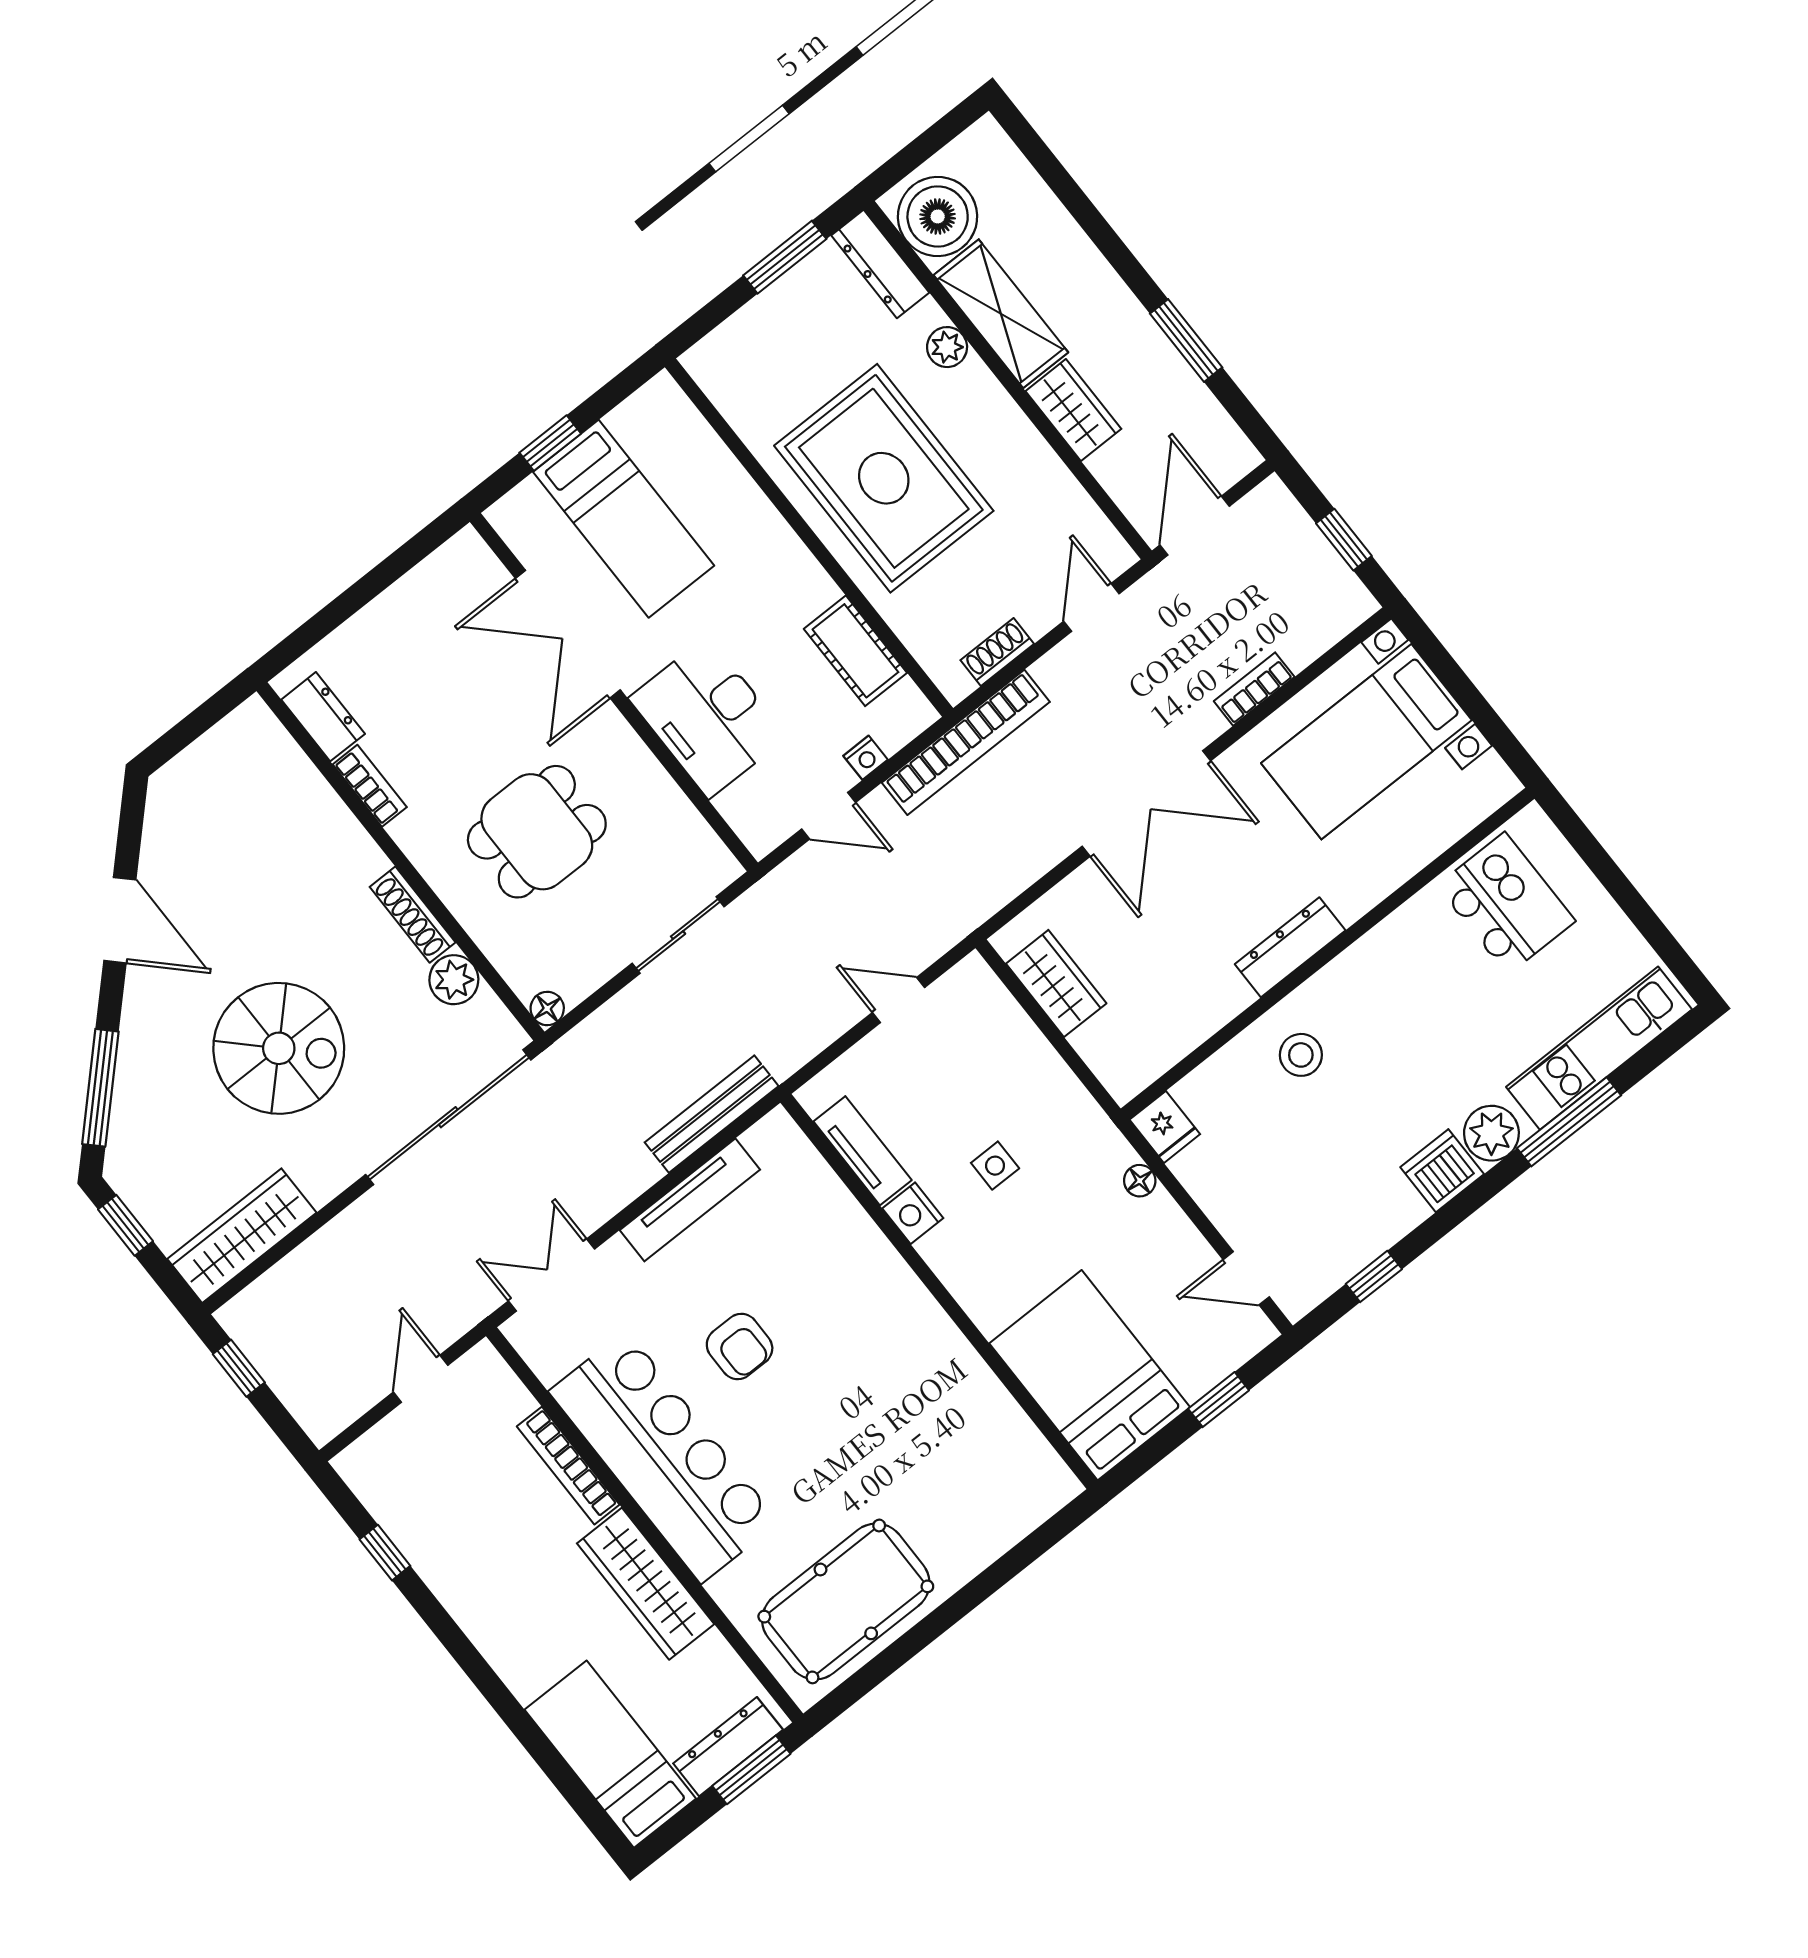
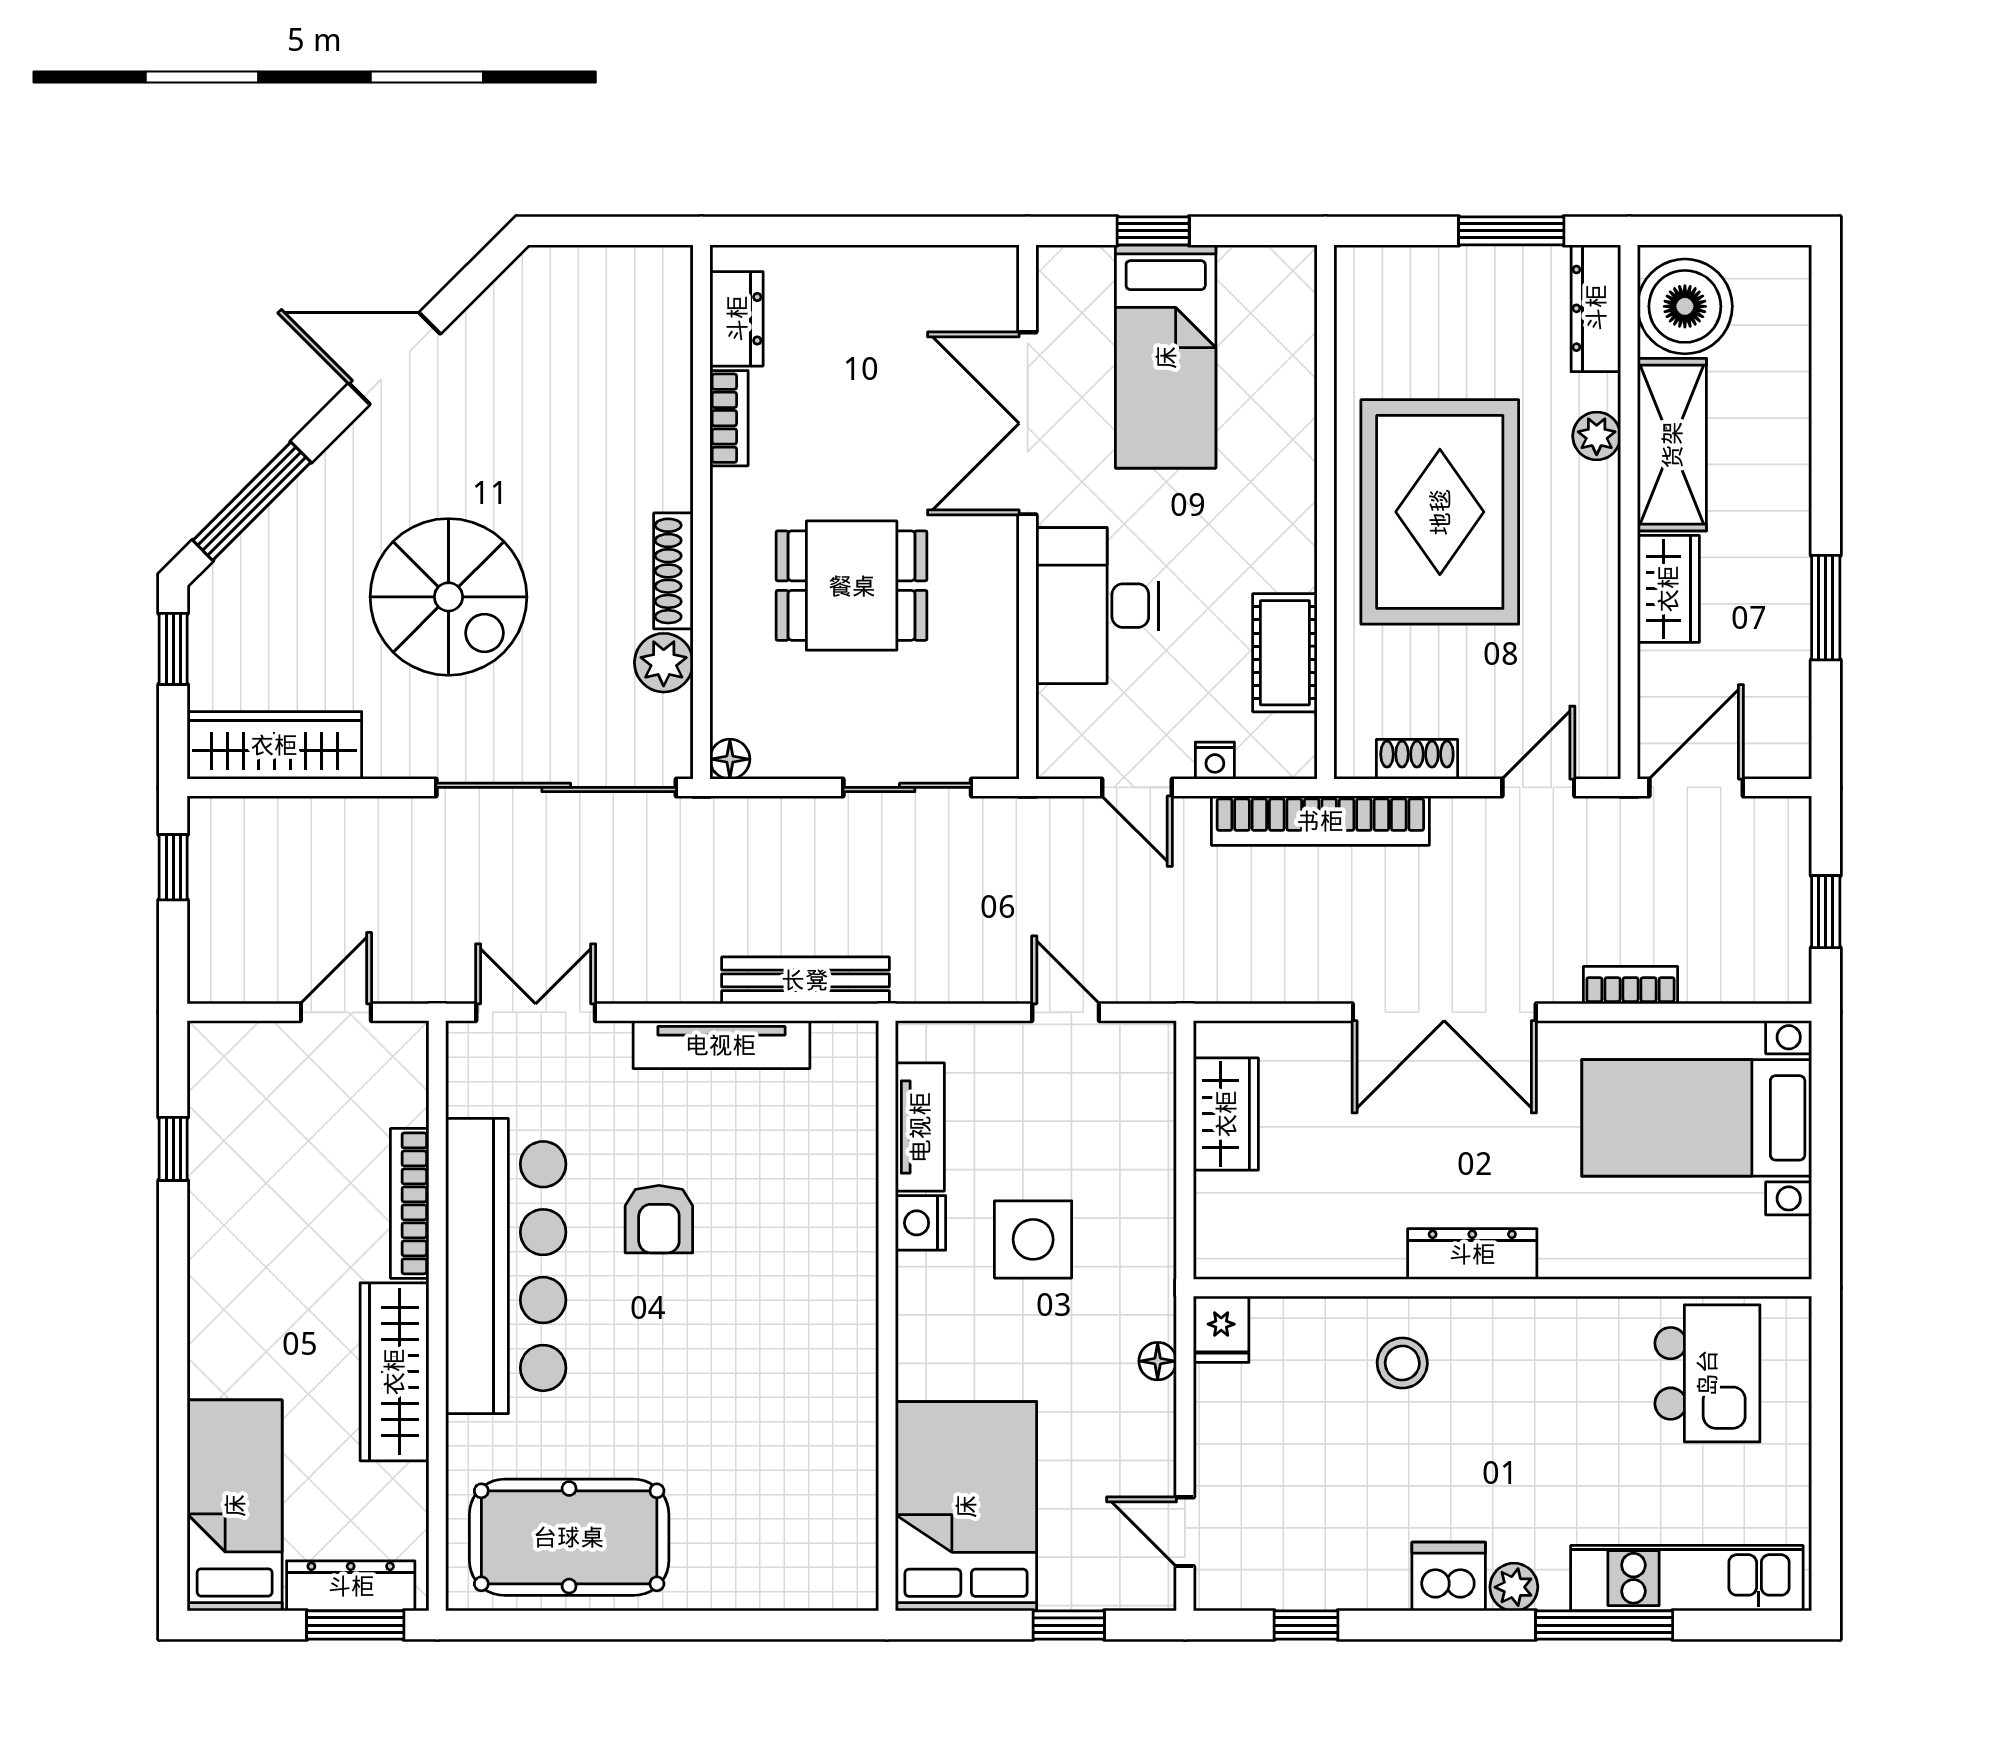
door: (120, 920) -> (395, 358), swing flipped
plant: (1491, 1133) -> (1514, 1587), width x0.73, depth x0.73
side table: (995, 1166) -> (1033, 1239), width x1.87, depth x1.87

